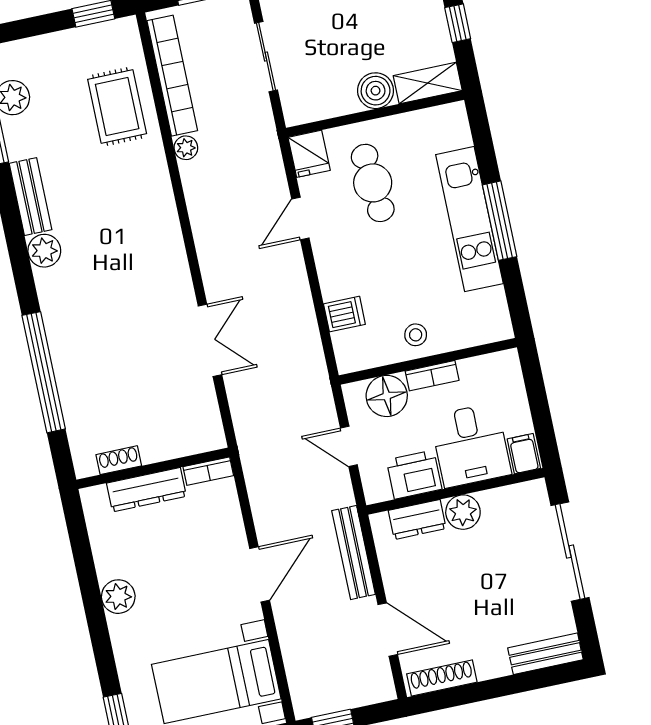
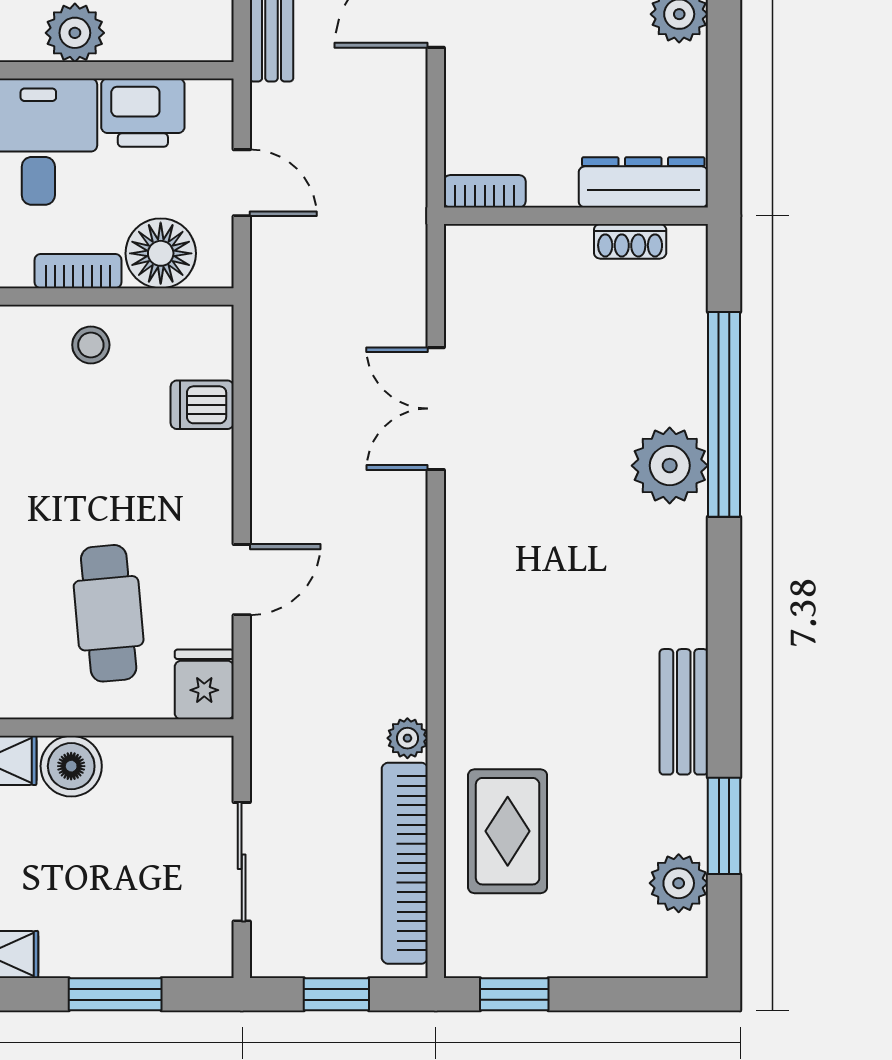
plant: (44, 251) -> (670, 466), moved, width x1.36, depth x1.36
dresser: (146, 490) -> (643, 182), moved
dresser: (417, 519) -> (154, 37), removed

